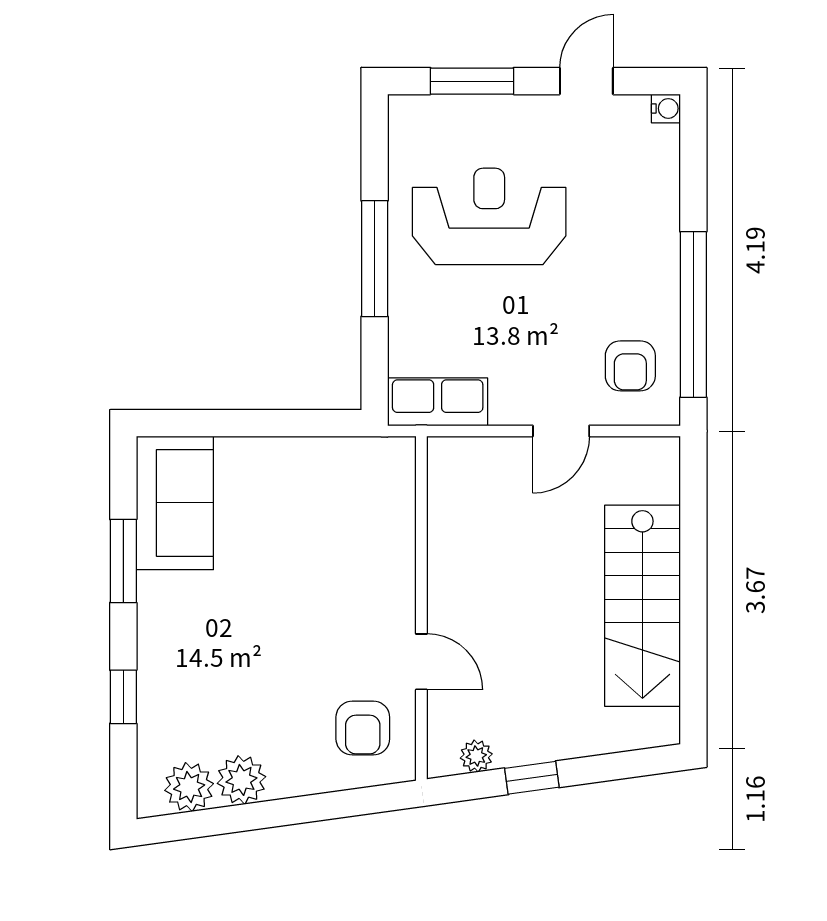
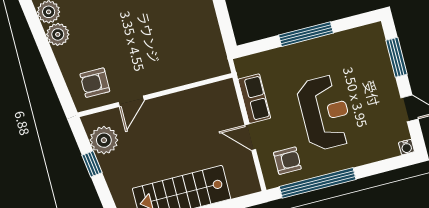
reception desk: (489, 216) -> (325, 113), moved
armchair: (630, 366) -> (287, 161), turned 180
row of seats: (438, 402) -> (254, 99), moved
plant: (476, 756) -> (104, 140), width x1.88, depth x1.88

